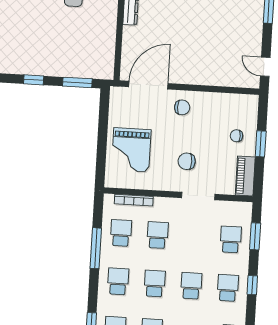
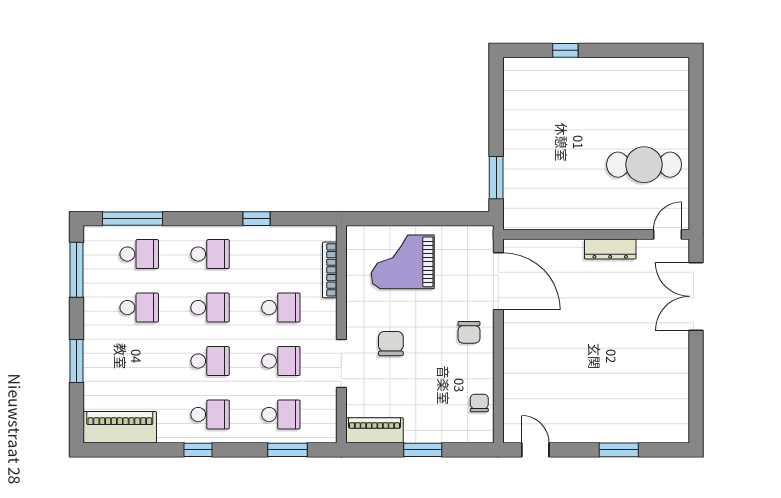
door: (265, 67) -> (535, 450), hinge flipped
window: (34, 80) -> (496, 114), removed
chair: (236, 136) -> (479, 403), moved
school desk: (121, 233) -> (281, 361), moved
window: (96, 248) -> (256, 219), width x0.46
window: (252, 285) -> (198, 450), moved

